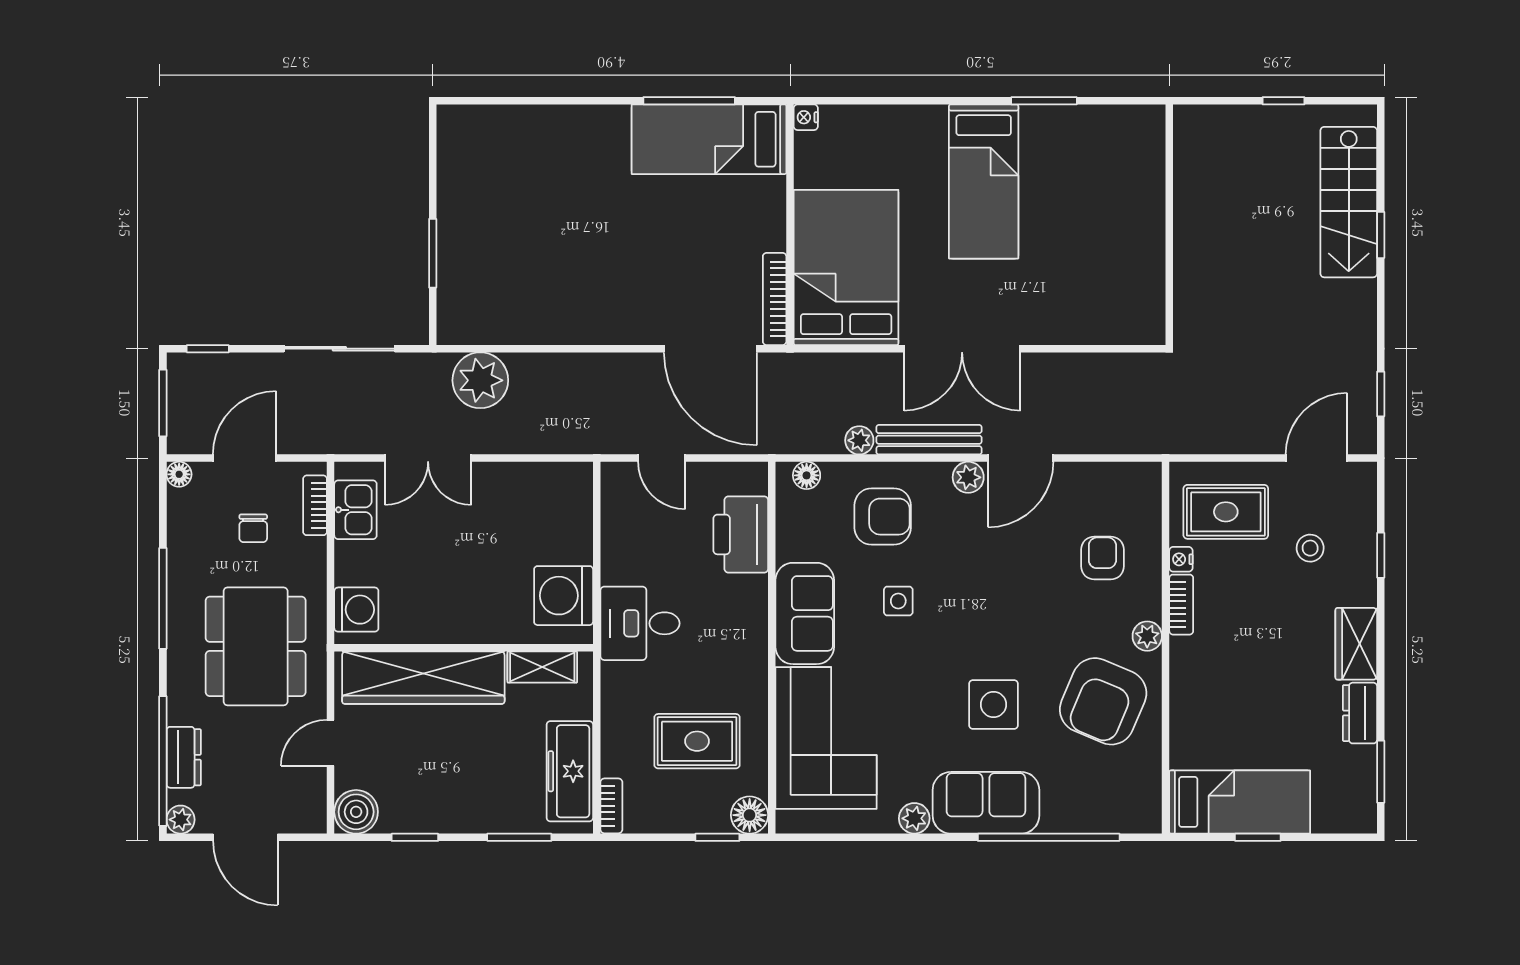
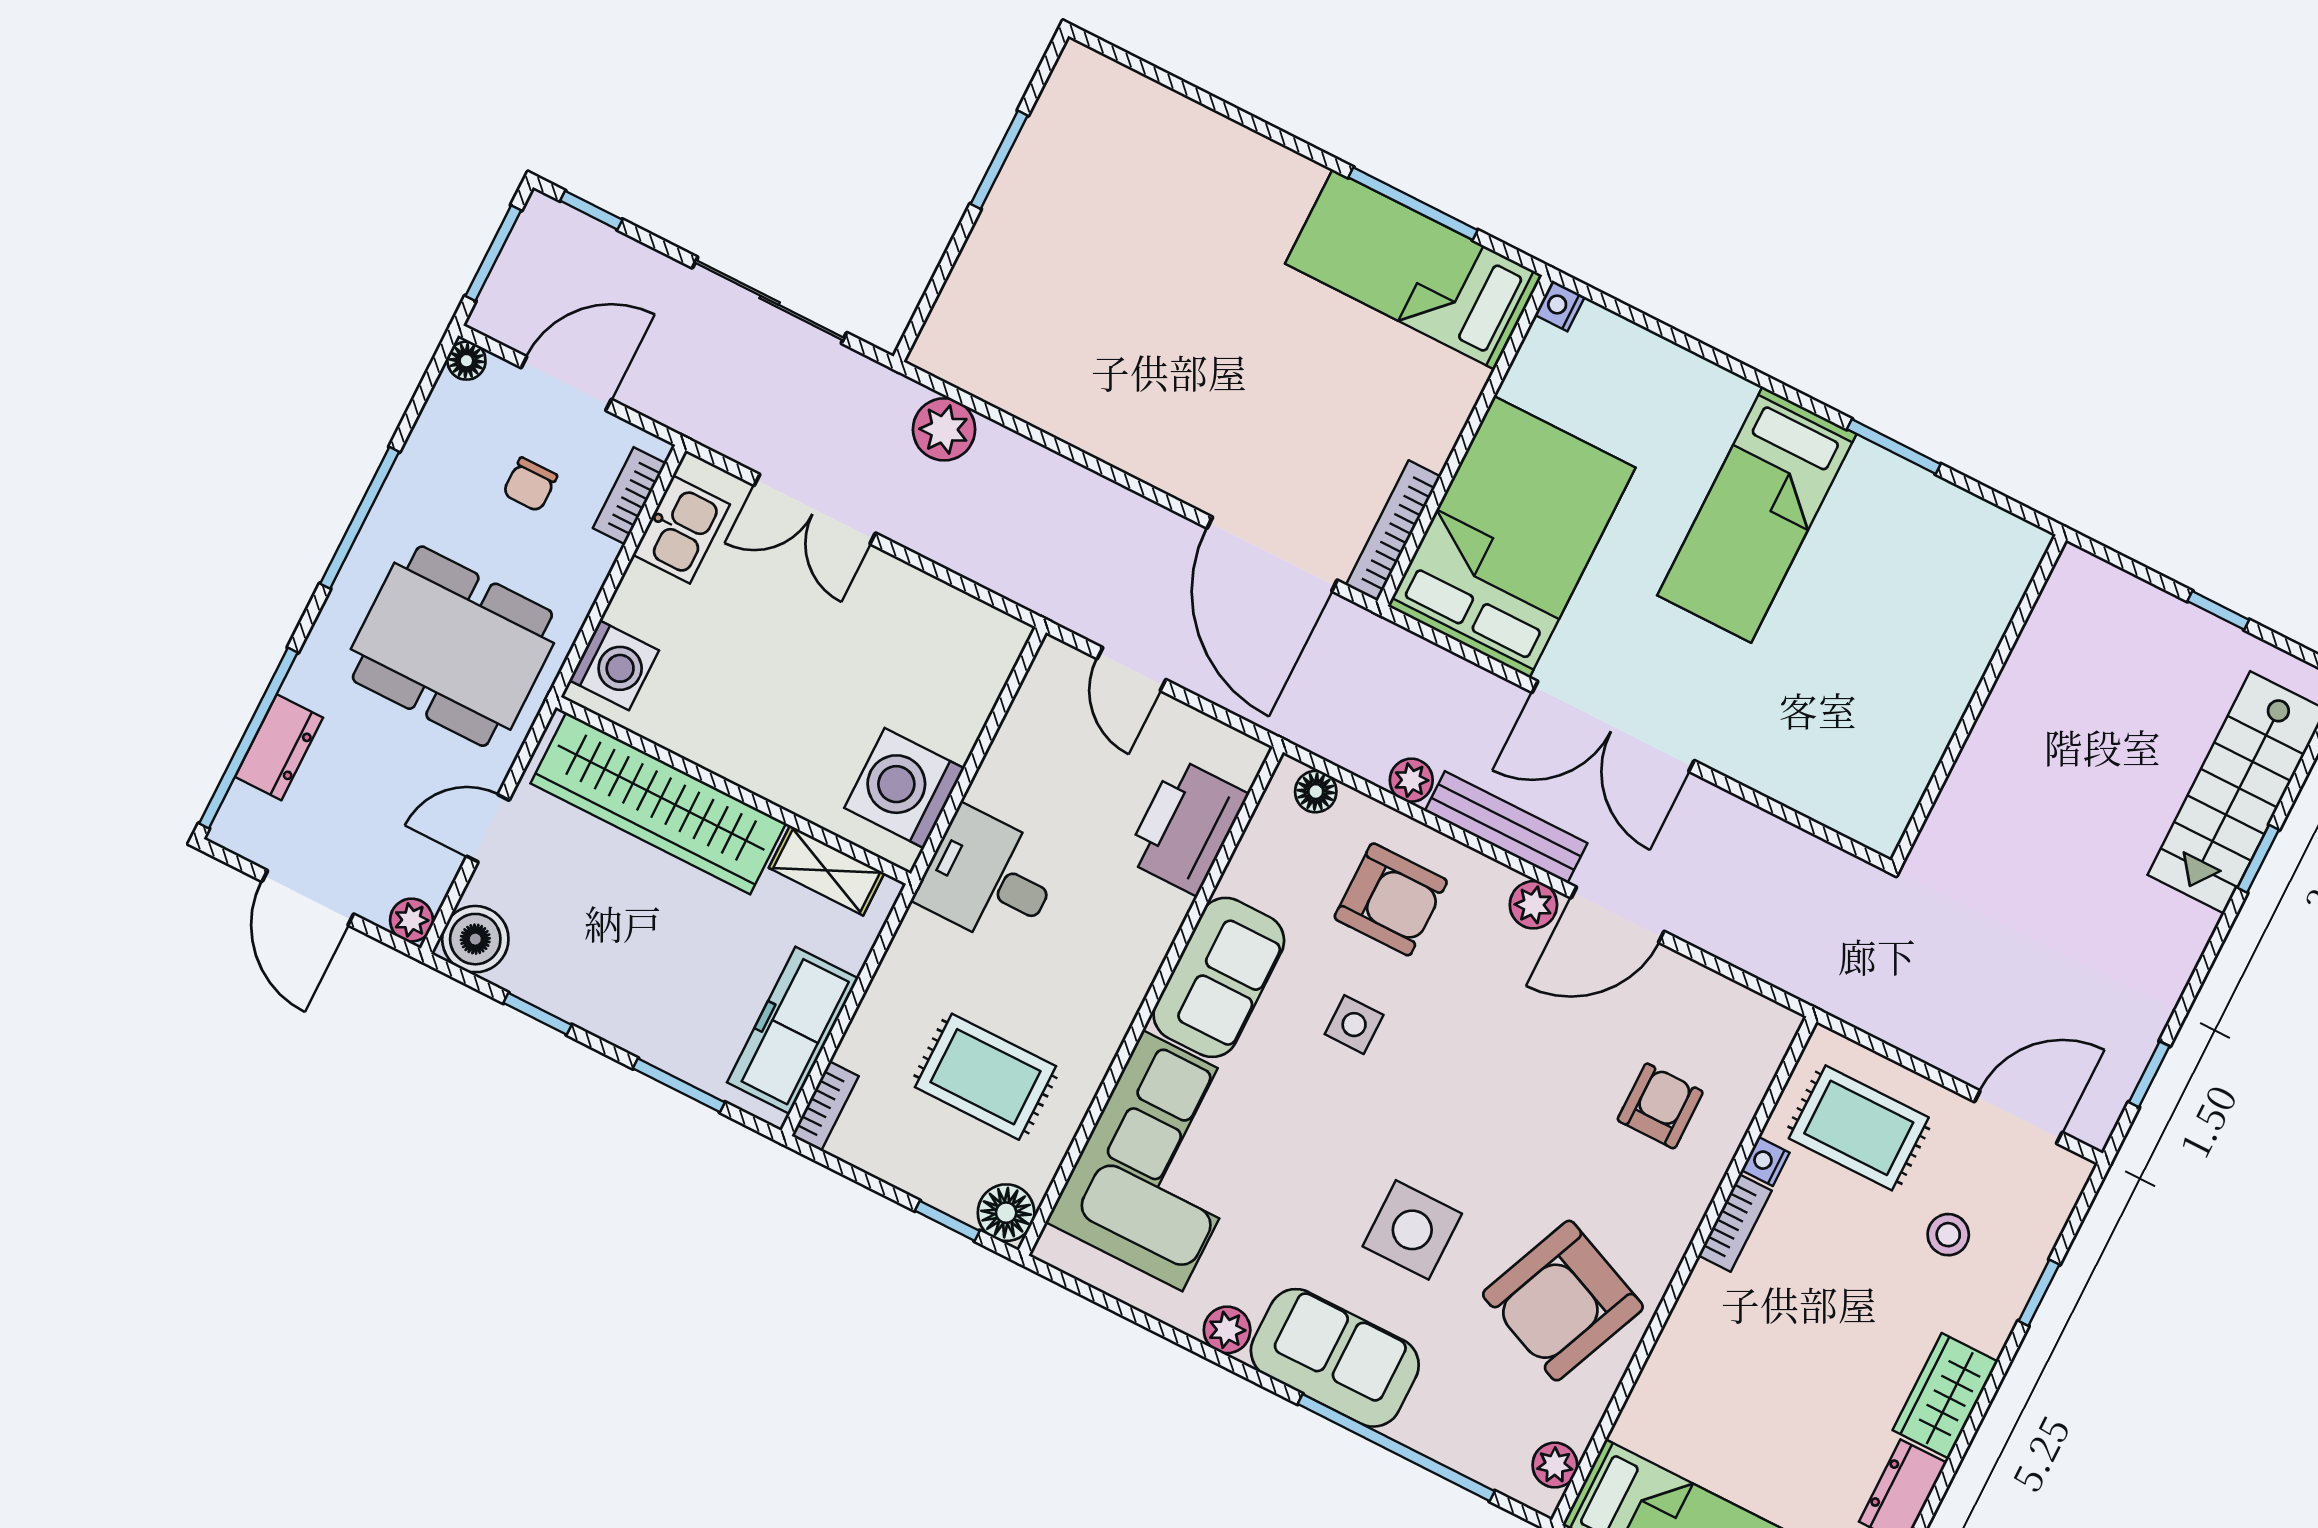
window: (433, 253) -> (999, 160), moved
plant: (480, 380) -> (944, 429), width x0.73, depth x0.73
plant: (1147, 636) -> (1555, 1465), moved
dining table: (256, 646) -> (452, 646), turned 90
plant: (181, 820) -> (411, 920), moved

